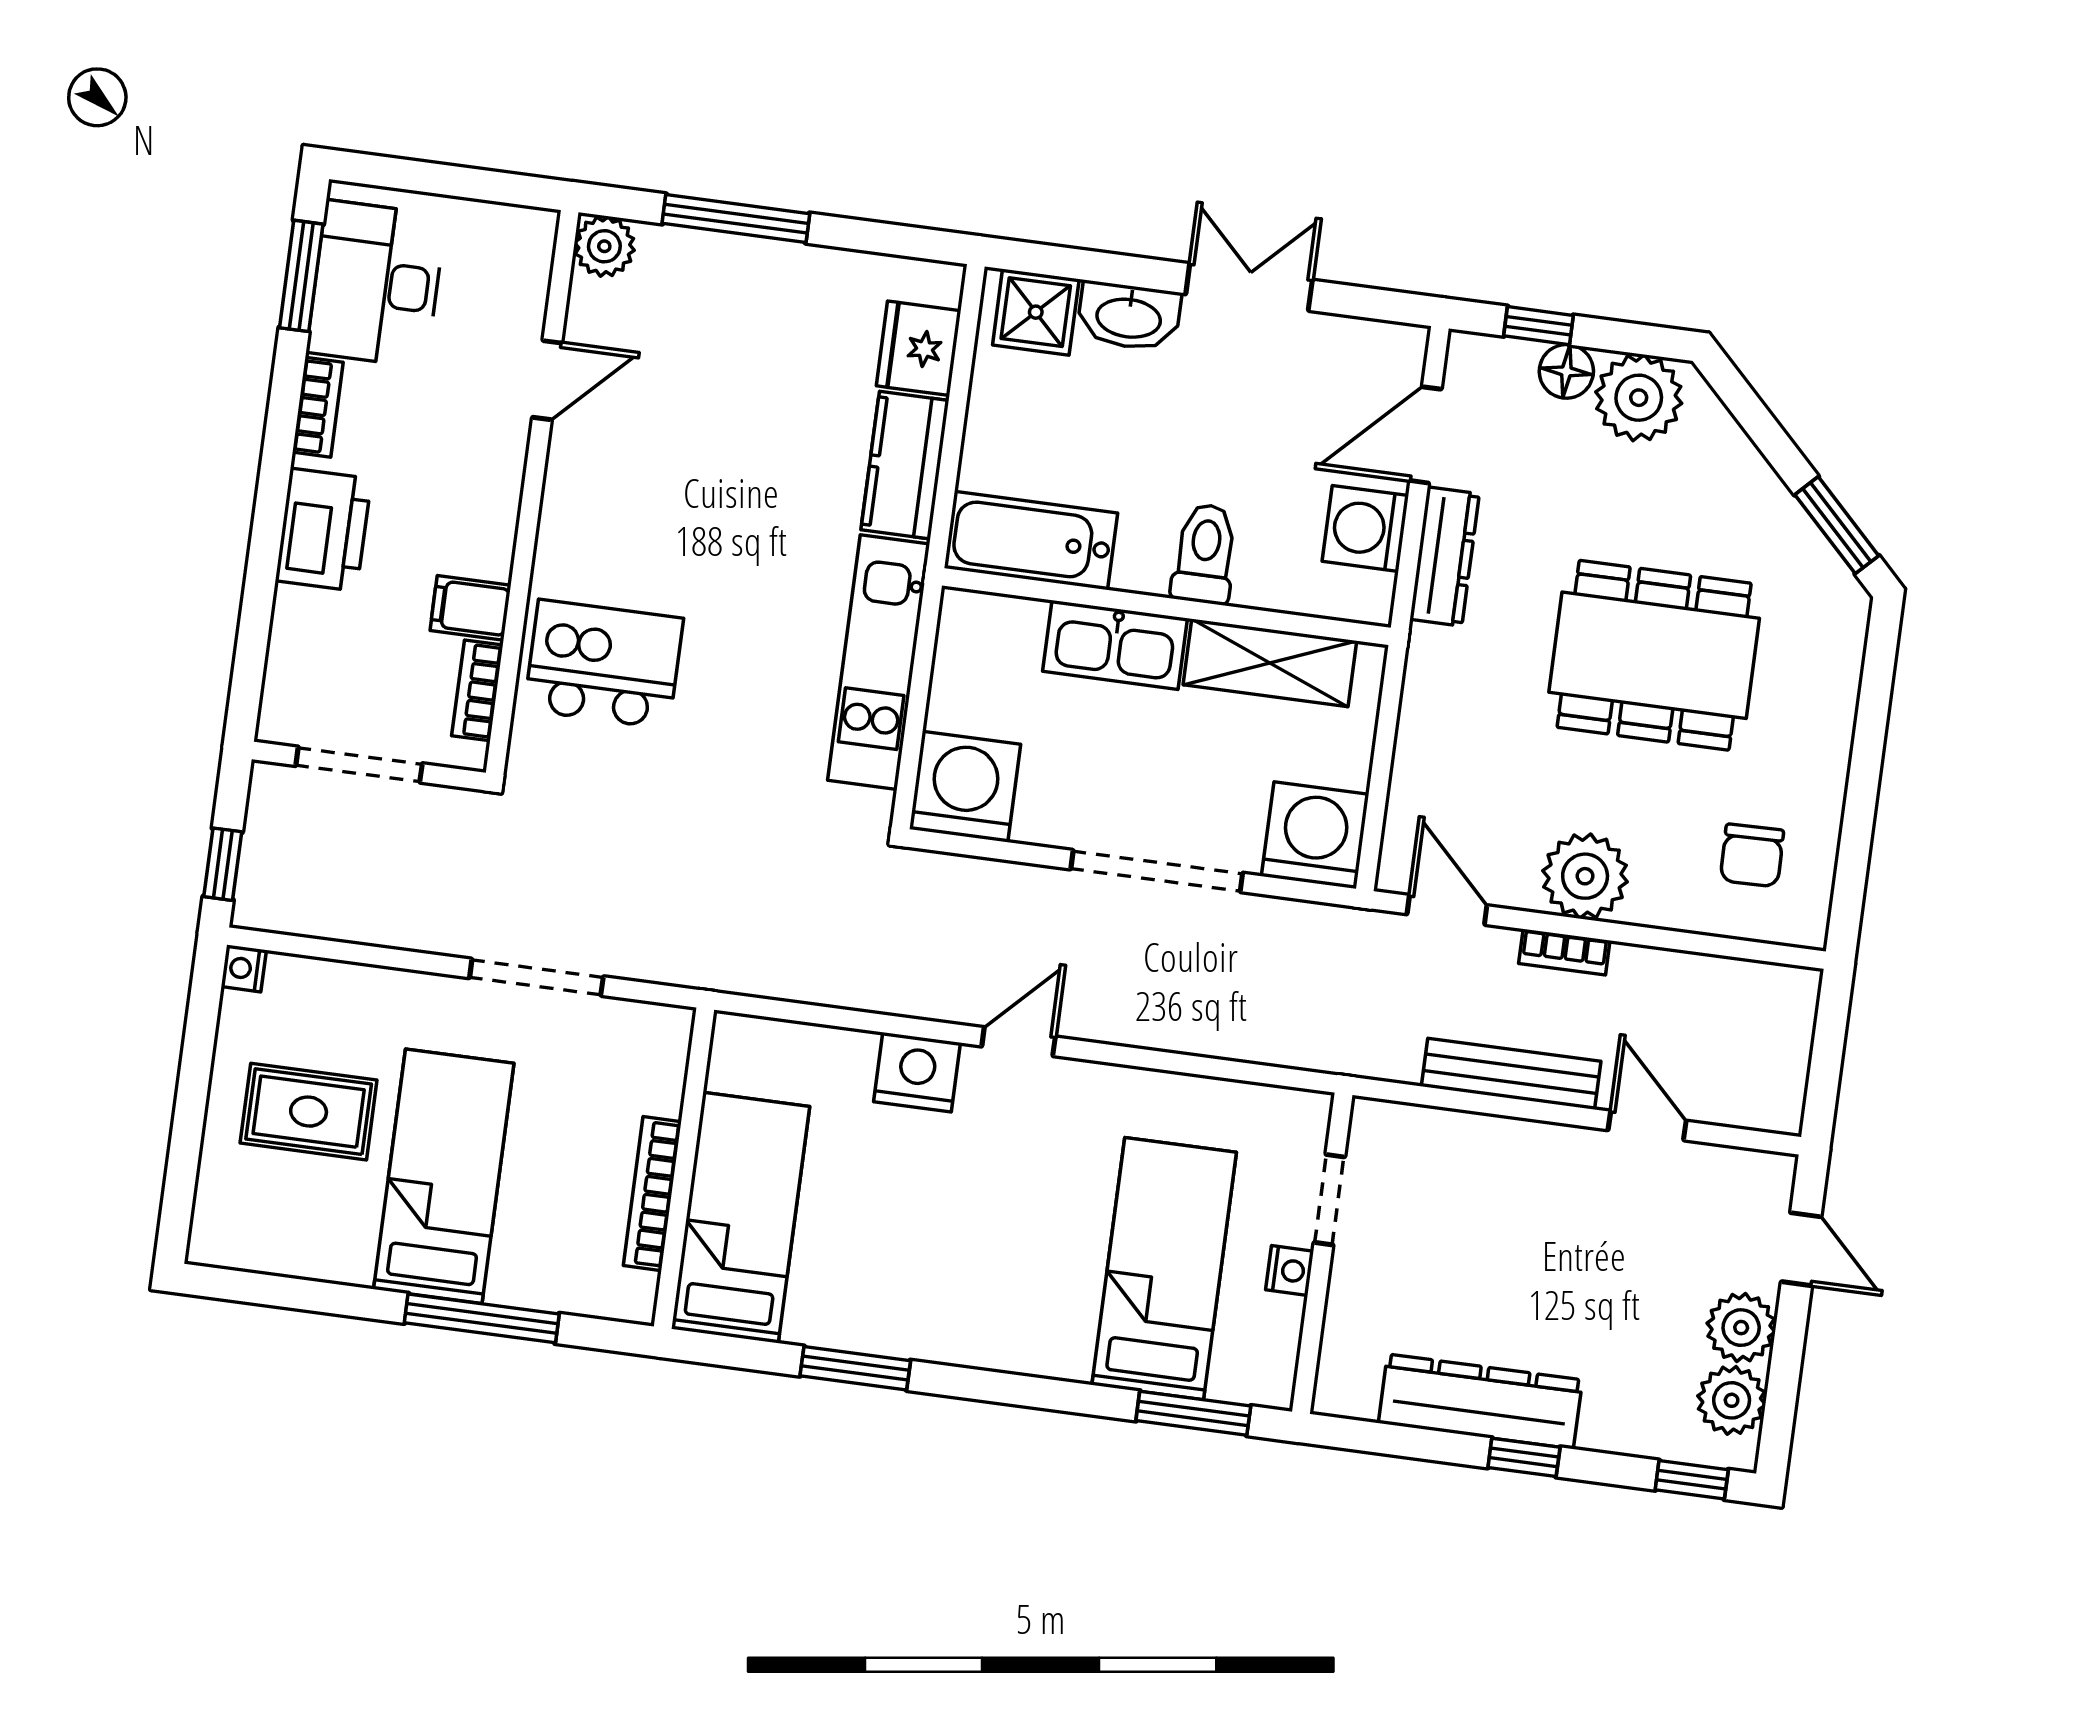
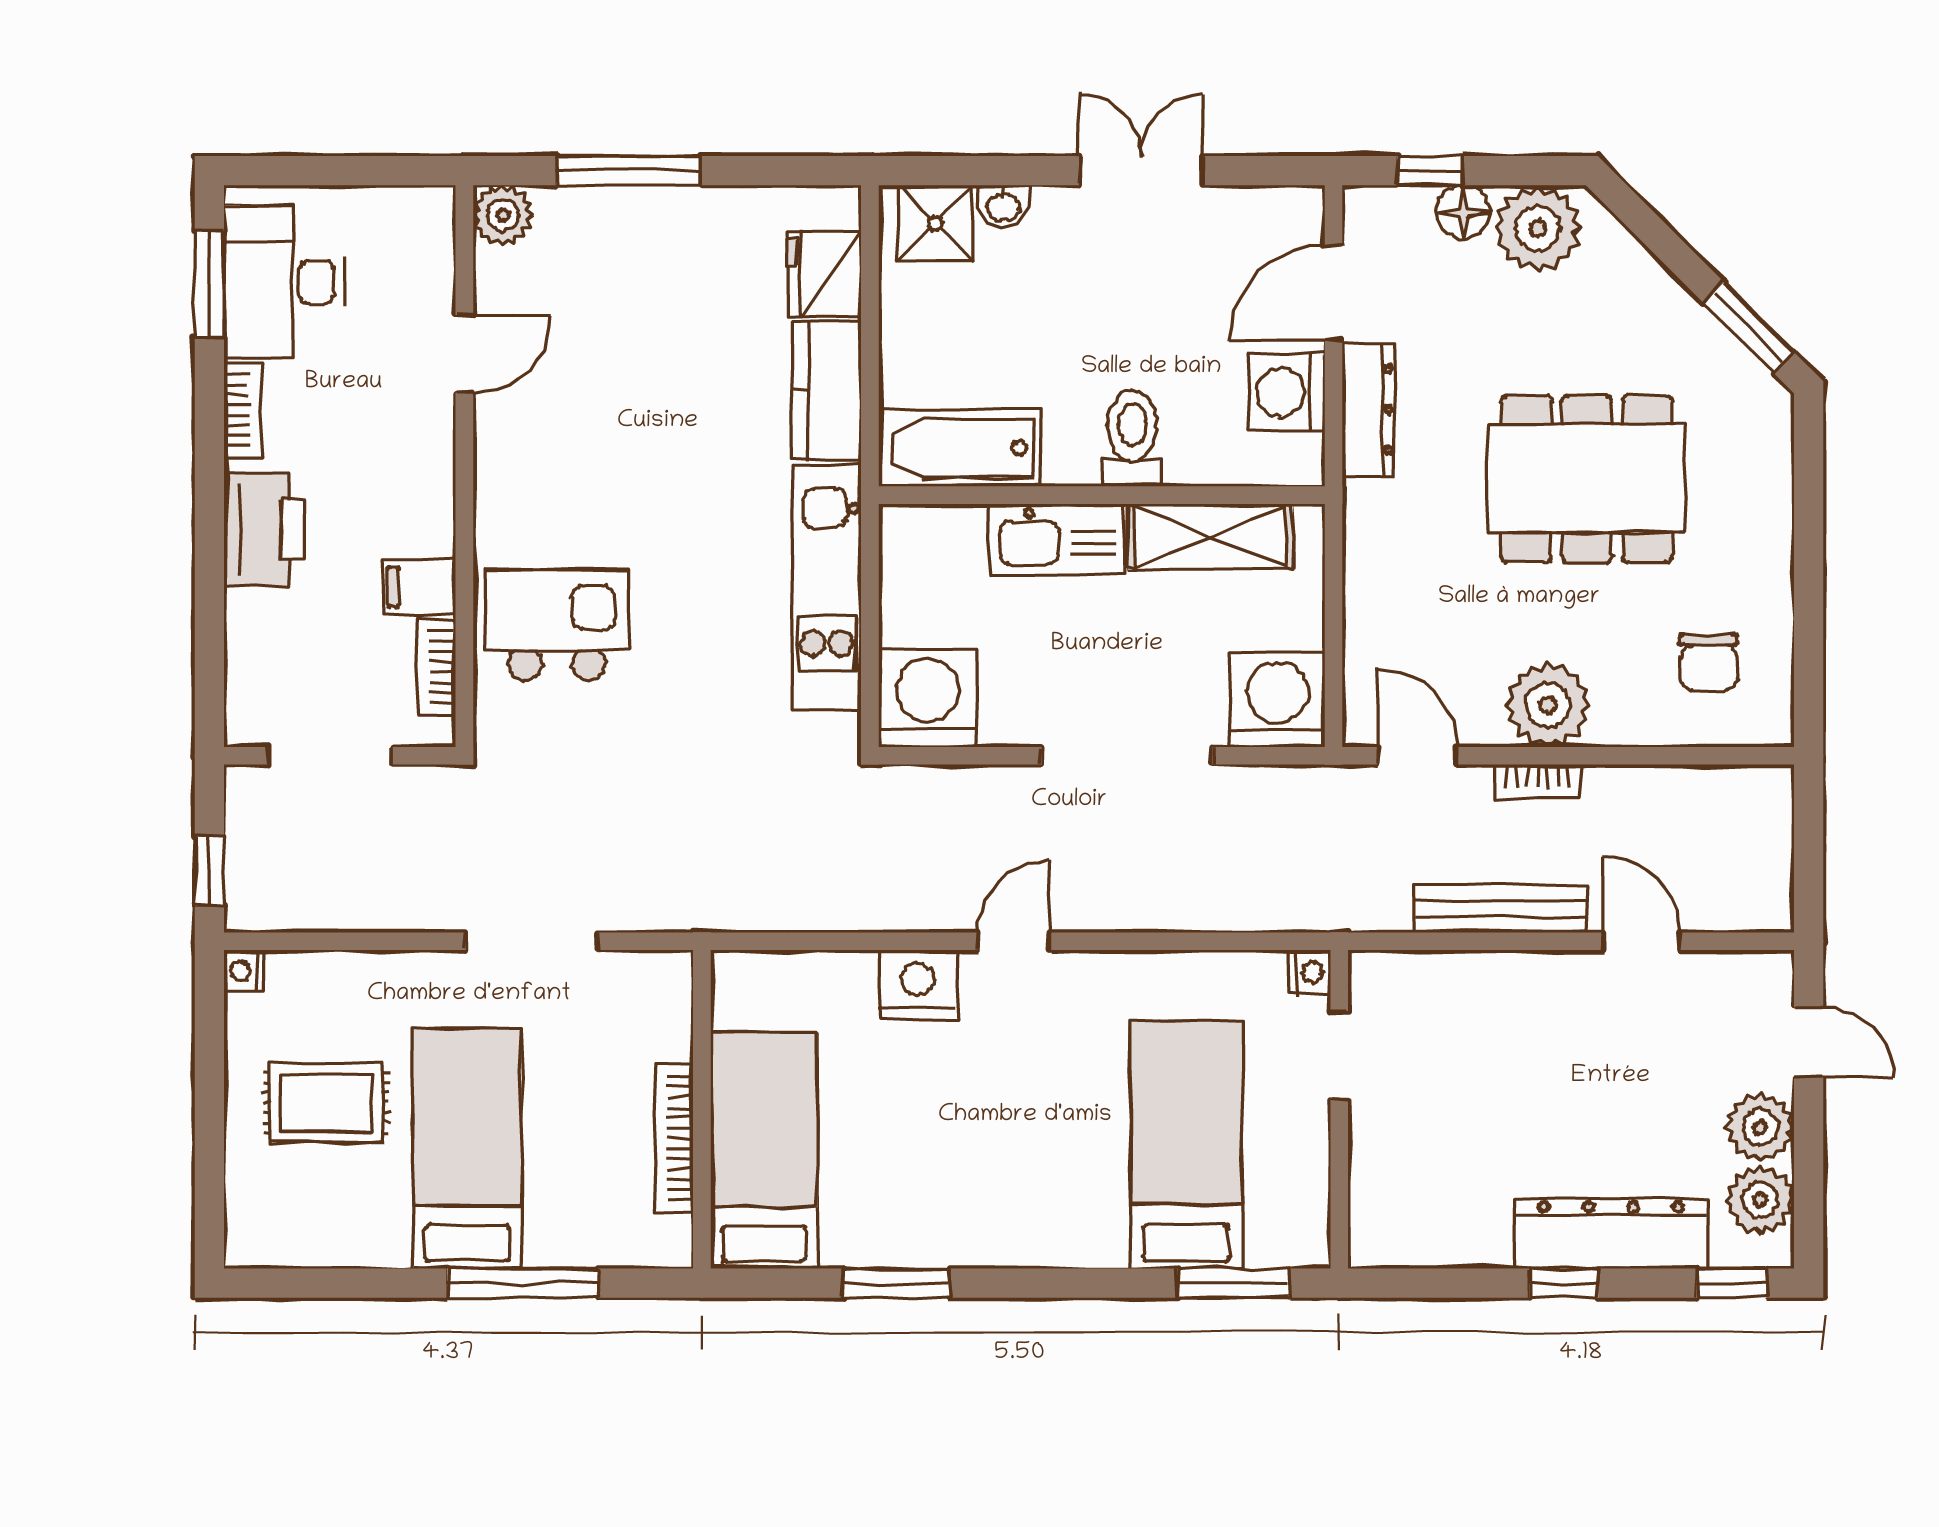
washbasin: (1129, 316) -> (1003, 206), width x0.52, depth x0.69
nightstand: (1290, 1270) -> (1310, 972), moved
dresser: (1480, 1401) -> (1611, 1234), moved

